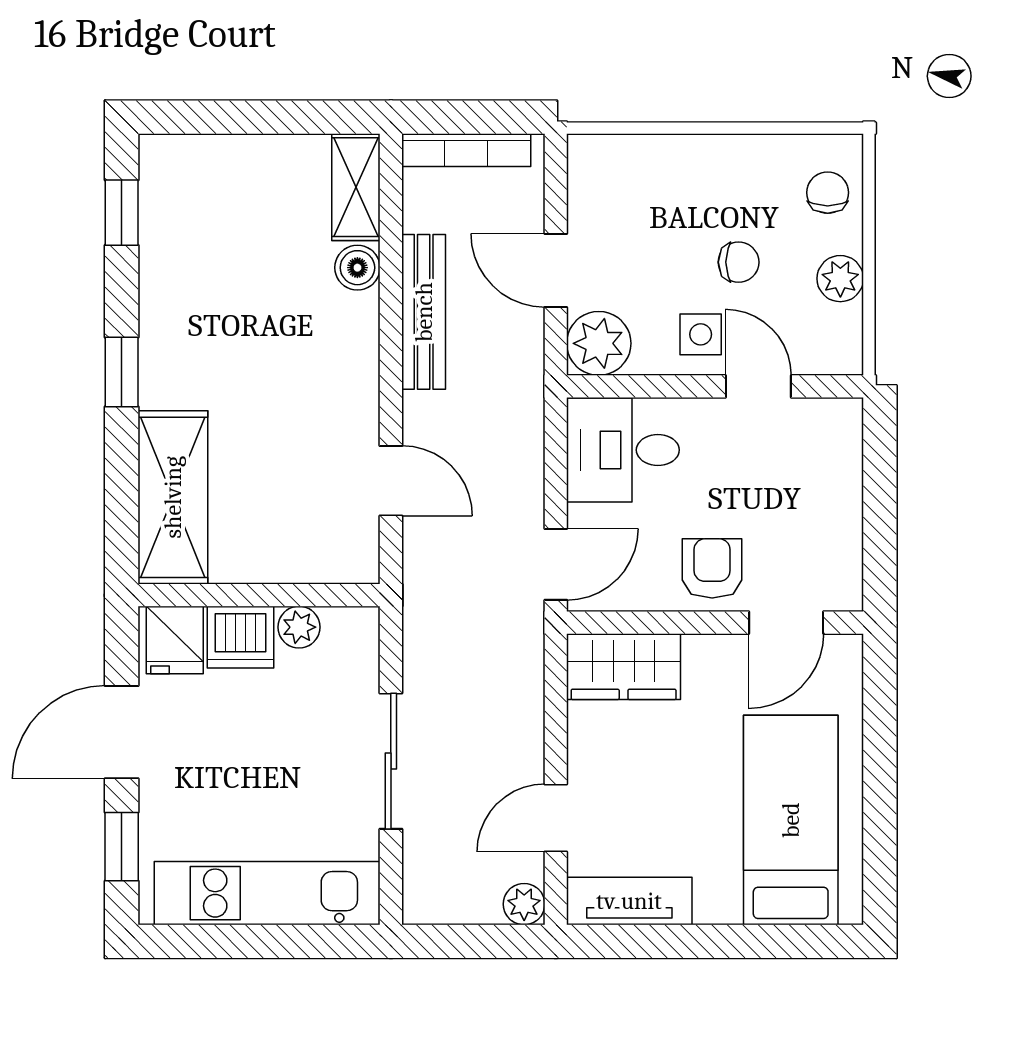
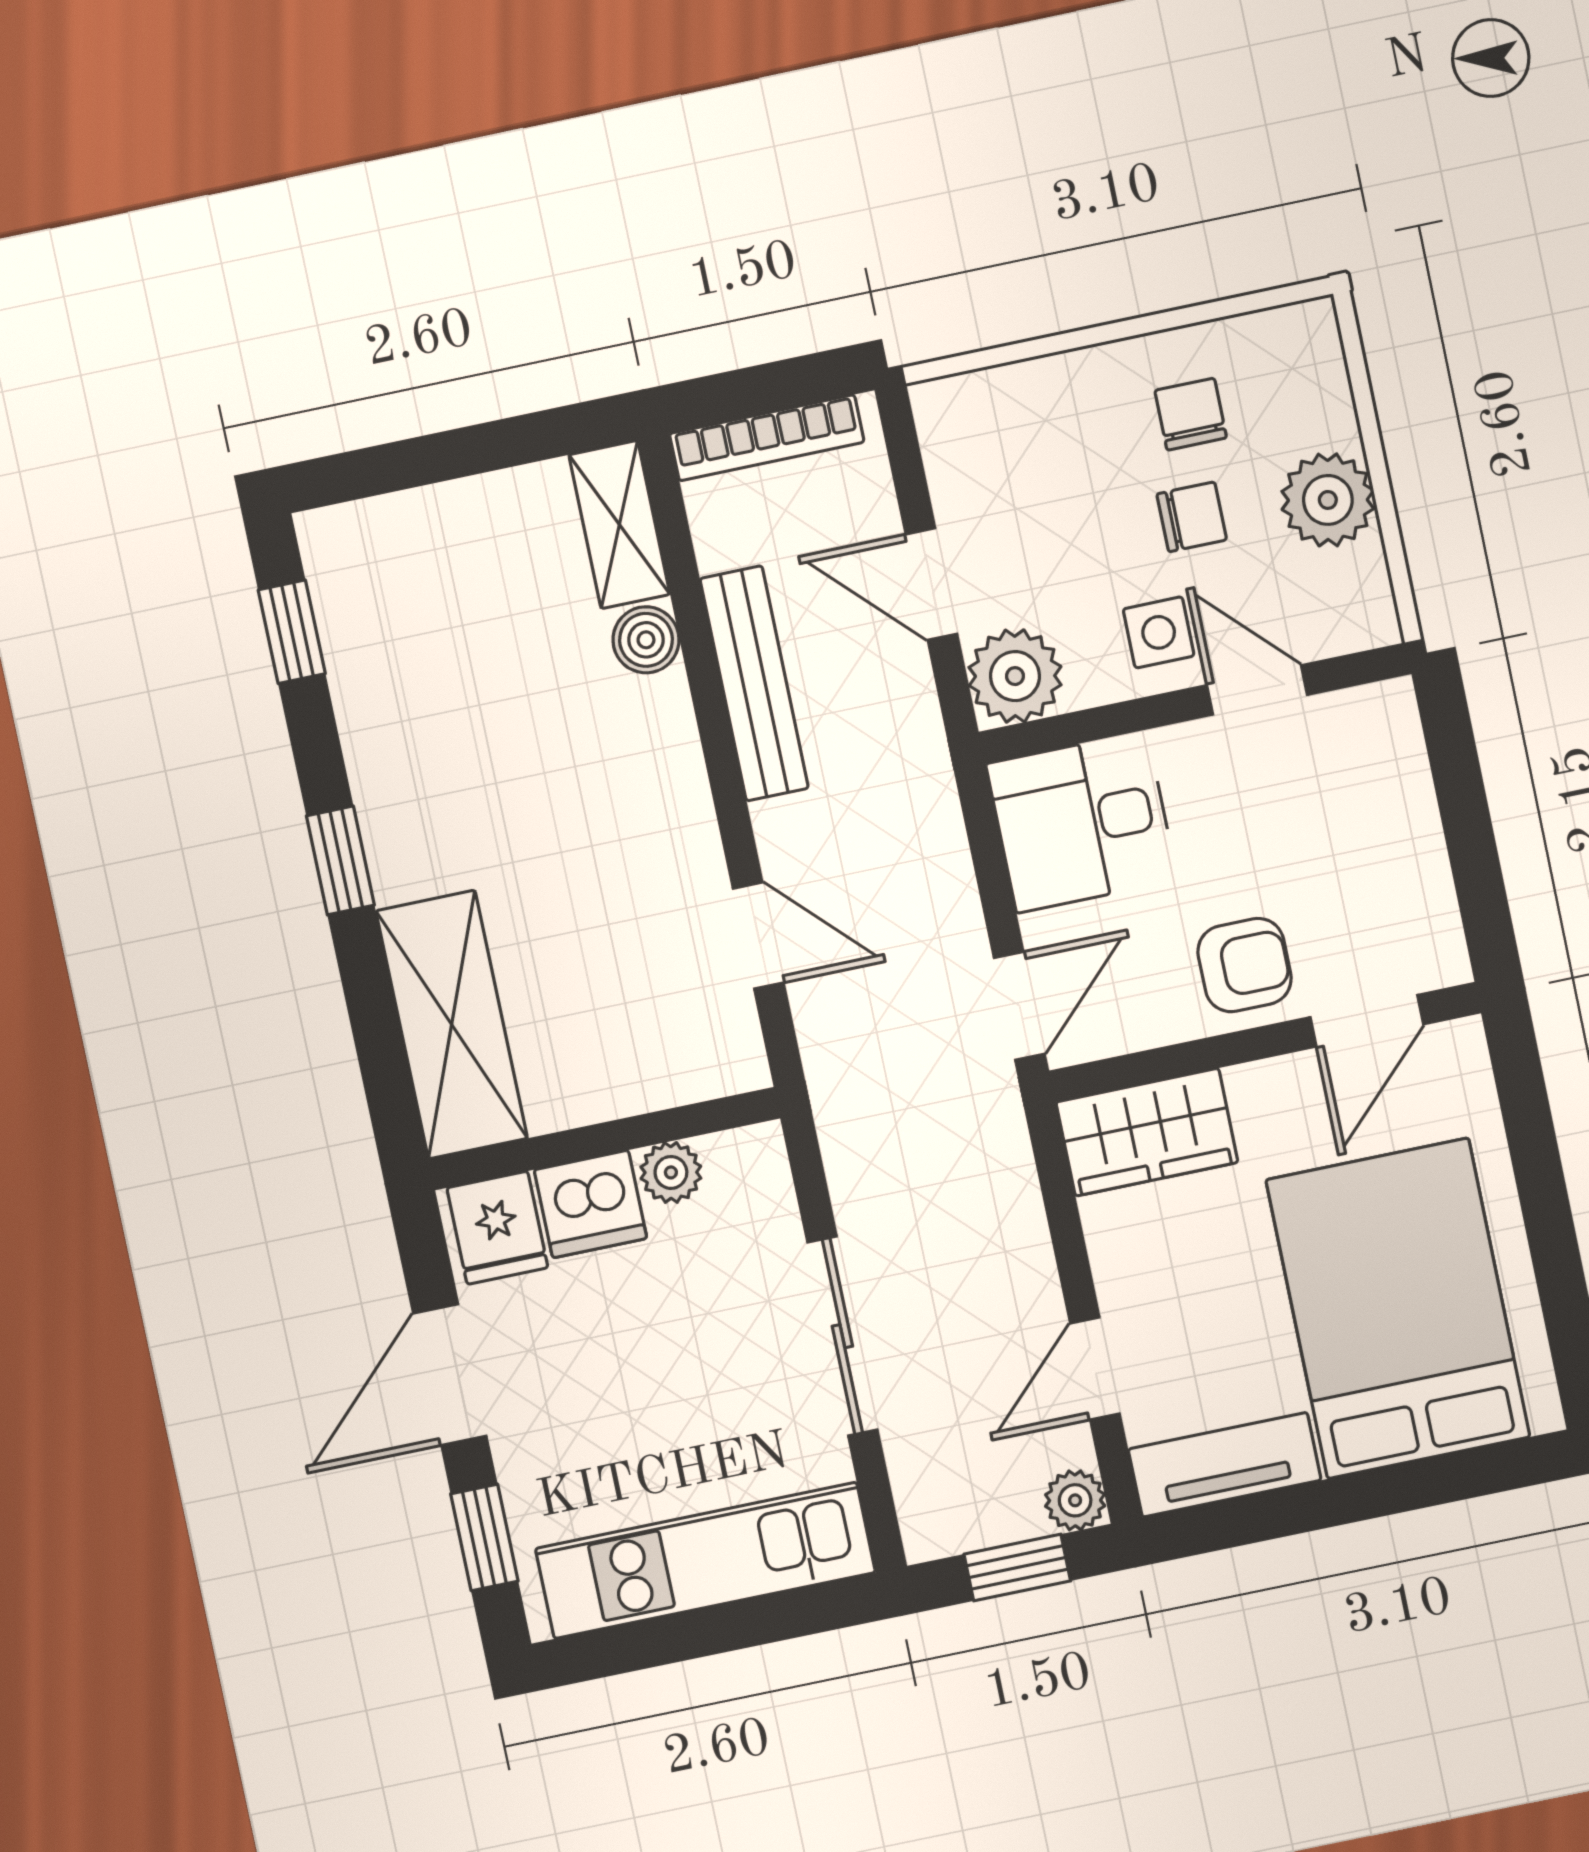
chair: (828, 193) -> (1191, 414), moved
plant: (840, 279) -> (1328, 500), width x1.38, depth x1.38
armchair: (712, 568) -> (1245, 965), turned 90
bed: (791, 820) -> (1398, 1308), width x1.50
window: (476, 941) -> (1017, 1567), added

